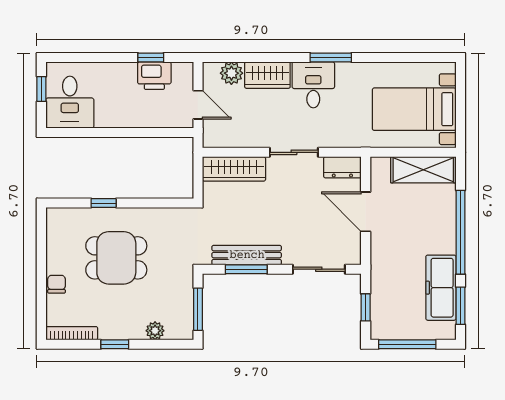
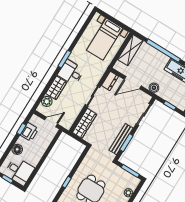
floor lamp: (108, 73) -> (17, 149), added
boiler: (380, 257) -> (154, 88), added

